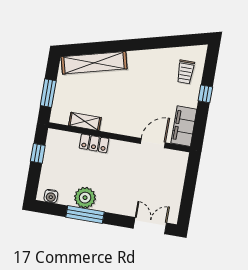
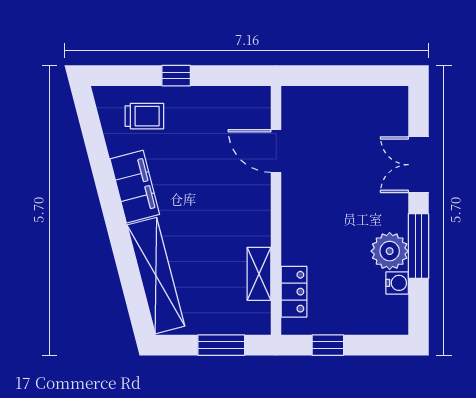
filing cabinet: (184, 126) -> (135, 187), moved, turned -105
locker: (94, 143) -> (294, 292), moved
water cooler: (51, 196) -> (397, 283), moved
double door: (150, 226) -> (418, 165), moved

